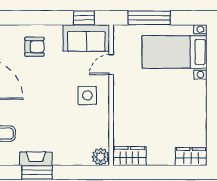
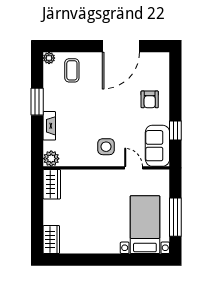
window: (84, 18) -> (175, 130), moved
window: (149, 18) -> (175, 217), moved
fireplace: (36, 159) -> (49, 126), moved

